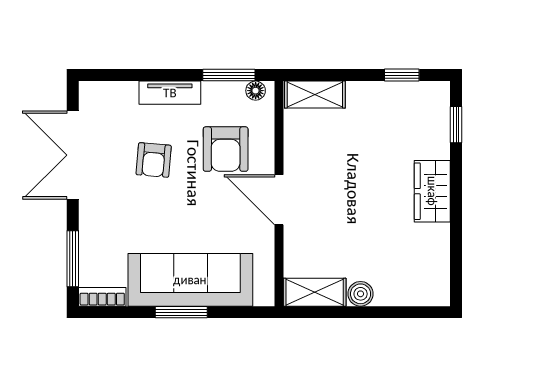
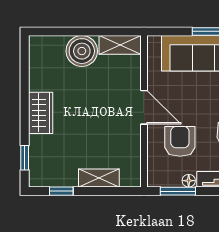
floor lamp: (256, 91) -> (189, 181), moved
shelving: (315, 95) -> (99, 178), moved
boiler: (361, 294) -> (82, 51), width x1.86, depth x1.86

